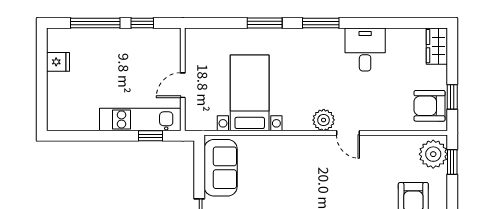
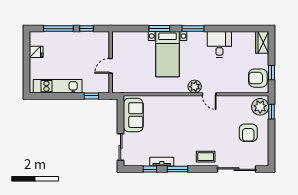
bed with nightstands: (250, 93) -> (168, 54), moved, turned 180
kitchen unit: (140, 119) -> (58, 86), moved

